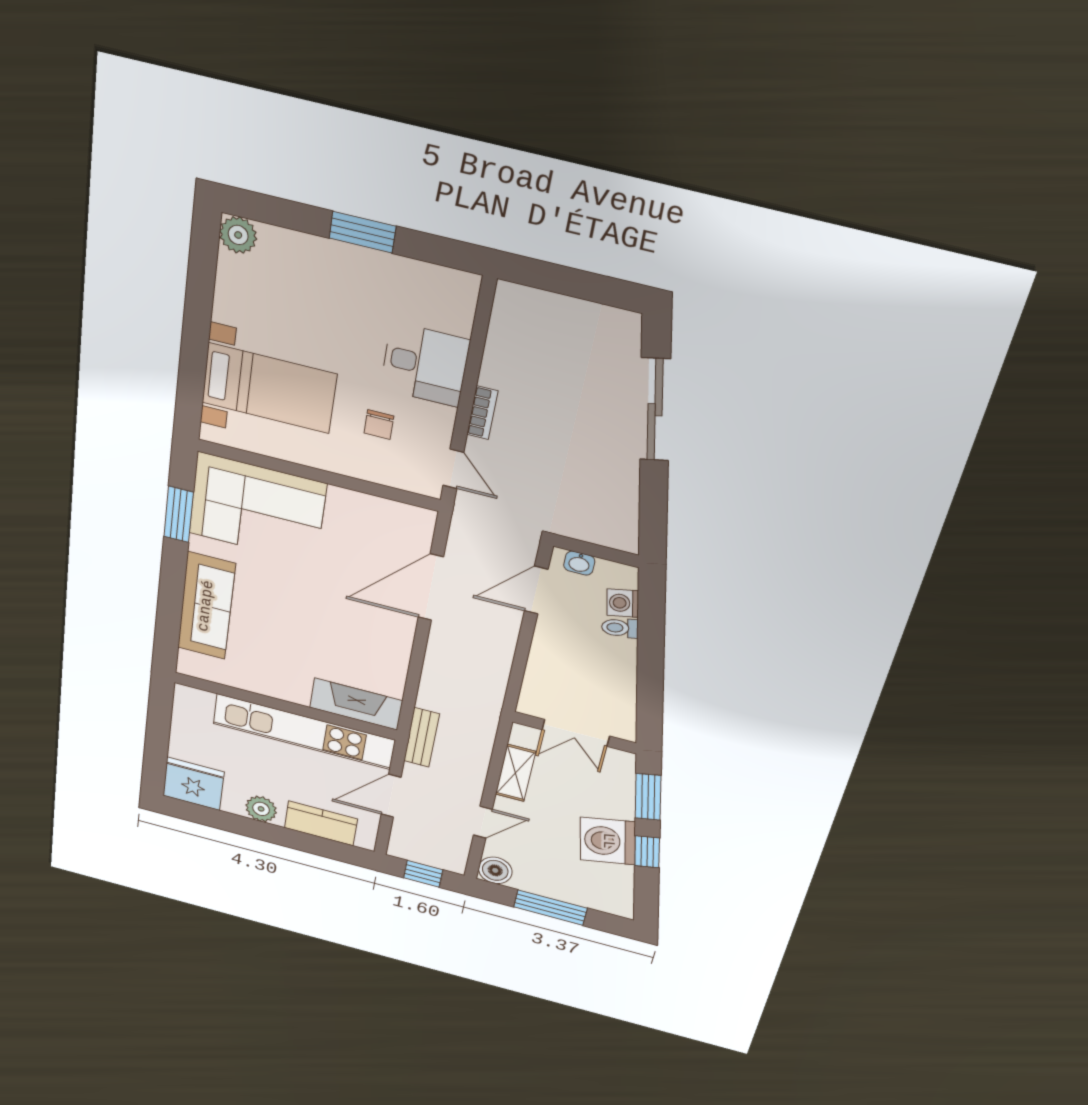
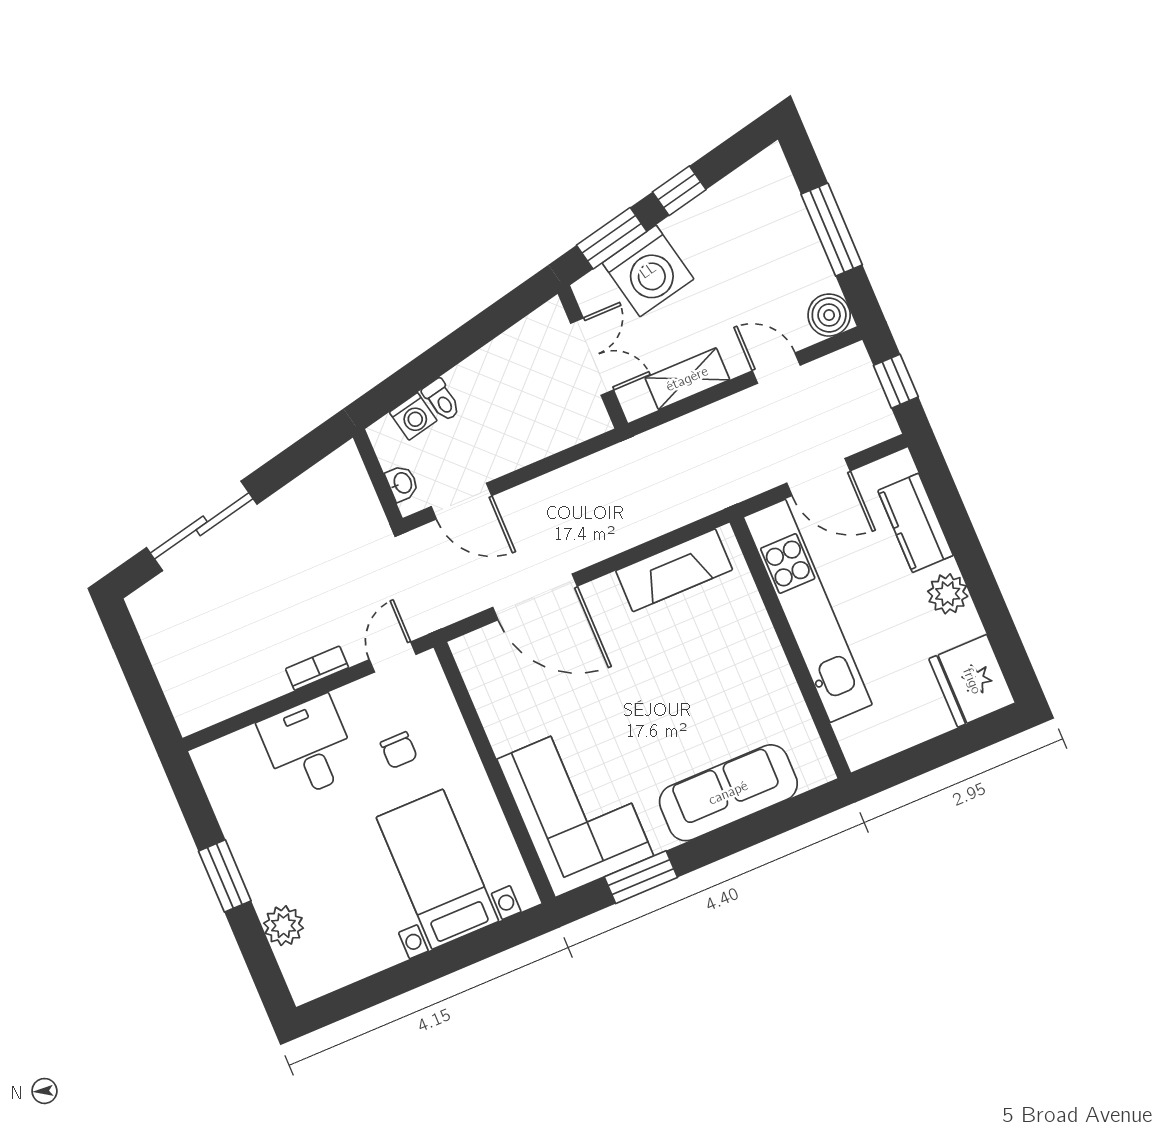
plant: (238, 235) -> (284, 926), moved
chair: (379, 425) -> (399, 750), turned 90
fireplace: (356, 704) -> (674, 570), moved, turned -90
bench: (422, 737) -> (719, 494), removed
washing machine: (608, 841) -> (648, 271), moved

